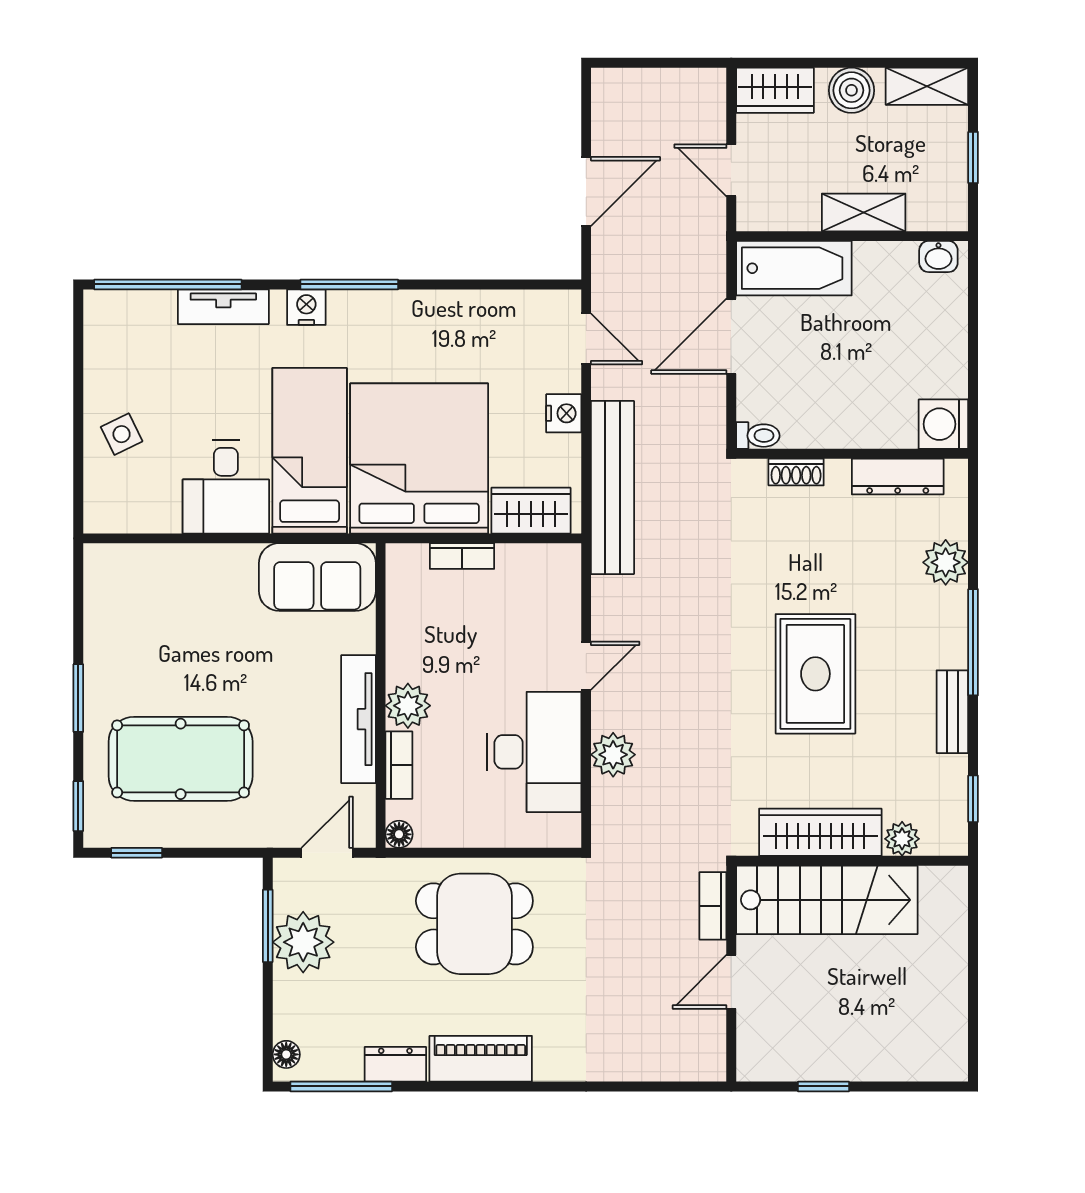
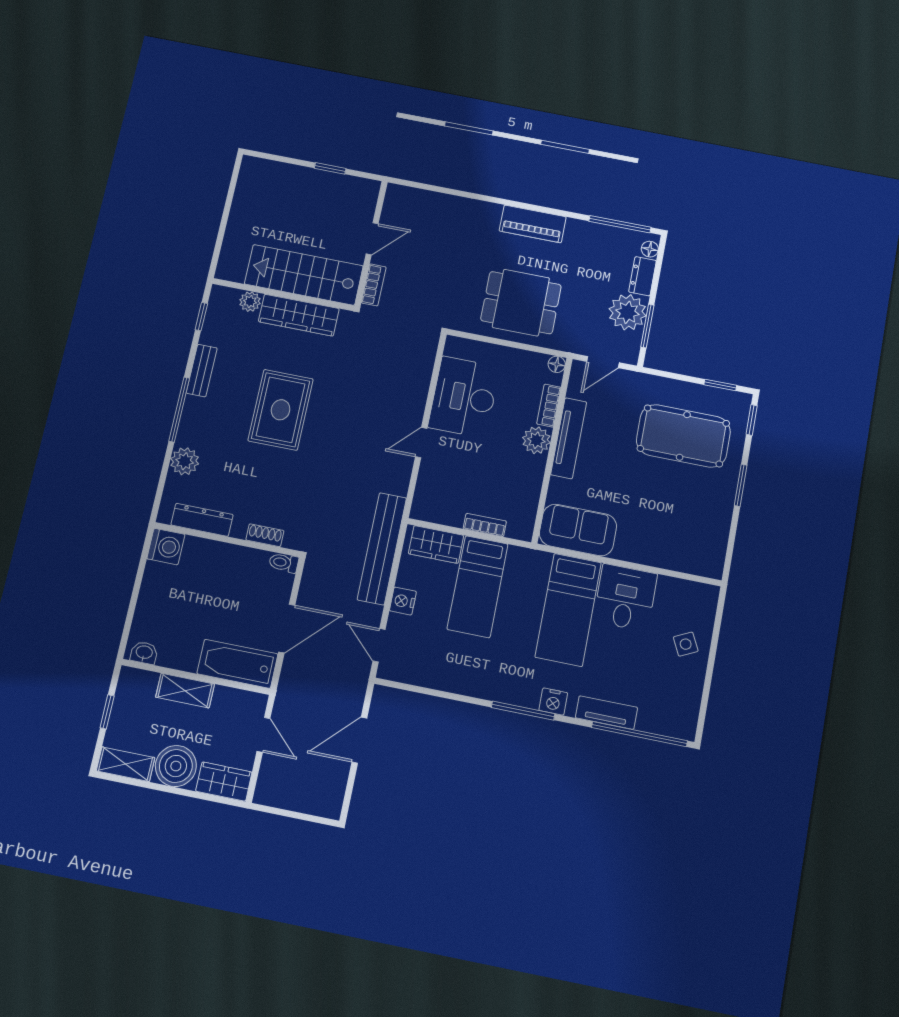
boiler: (852, 90) -> (176, 766), width x1.37, depth x1.37
bed: (419, 459) -> (478, 587), width x0.49
plant: (613, 755) -> (416, 386), removed
dresser: (395, 1064) -> (642, 276), moved, turned 90

